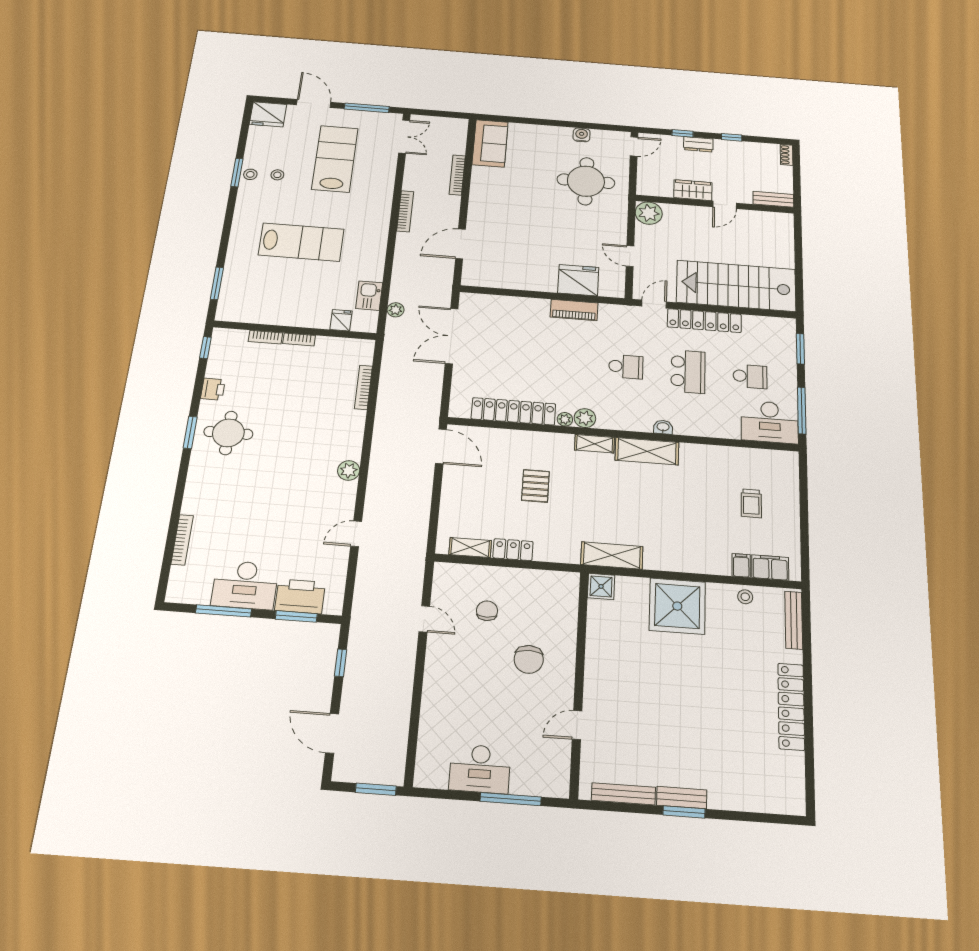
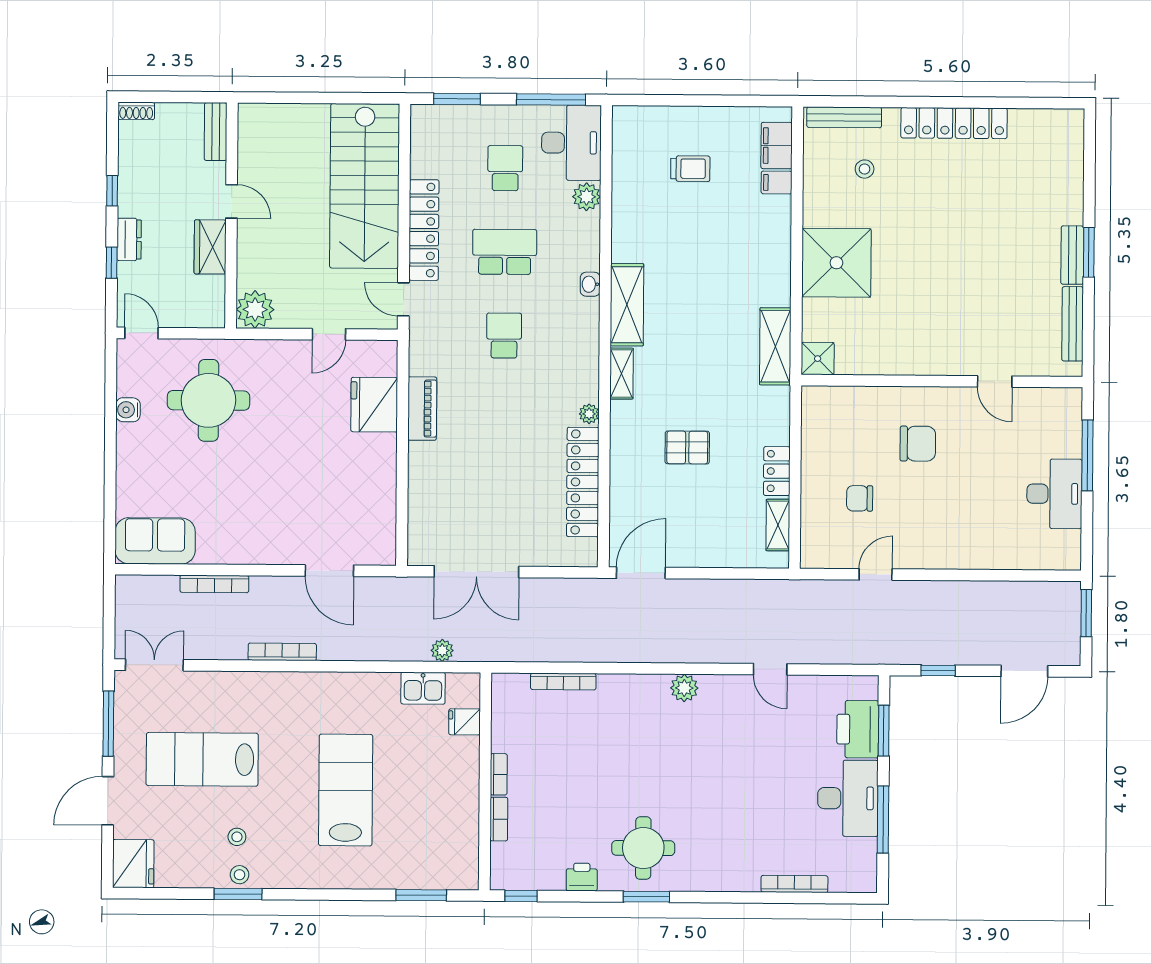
plant: (585, 418) -> (587, 197), moved
stool: (745, 597) -> (865, 169), moved

